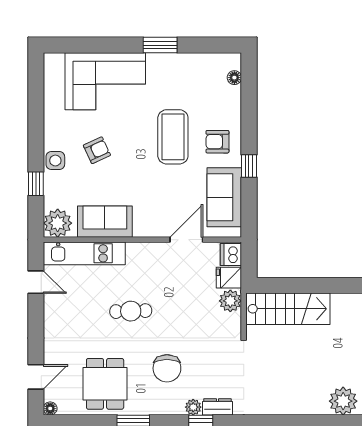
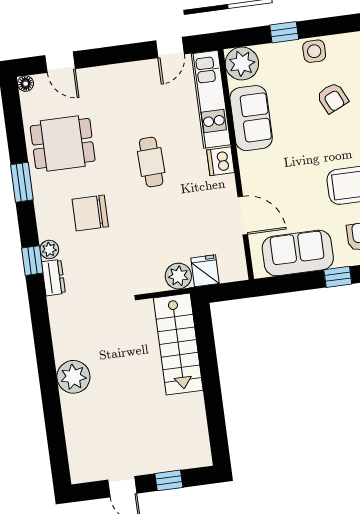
dishwasher: (231, 254) -> (220, 161), moved, turned -90
plant: (343, 401) -> (73, 377), moved

